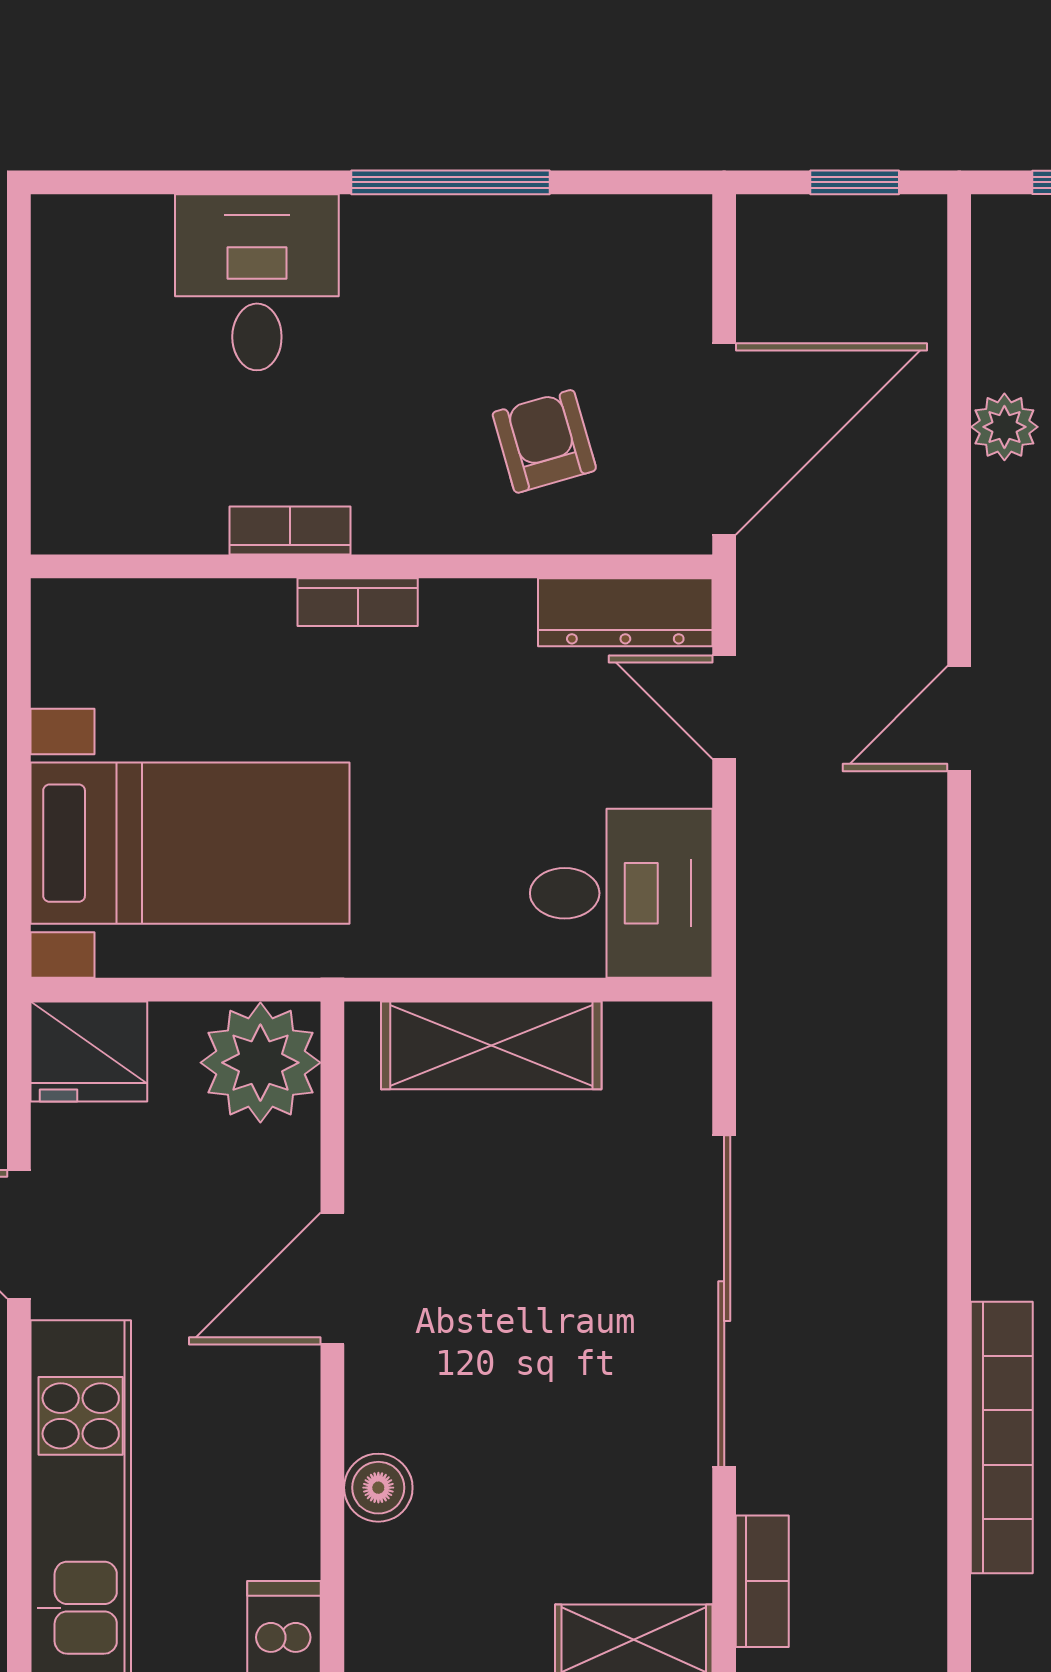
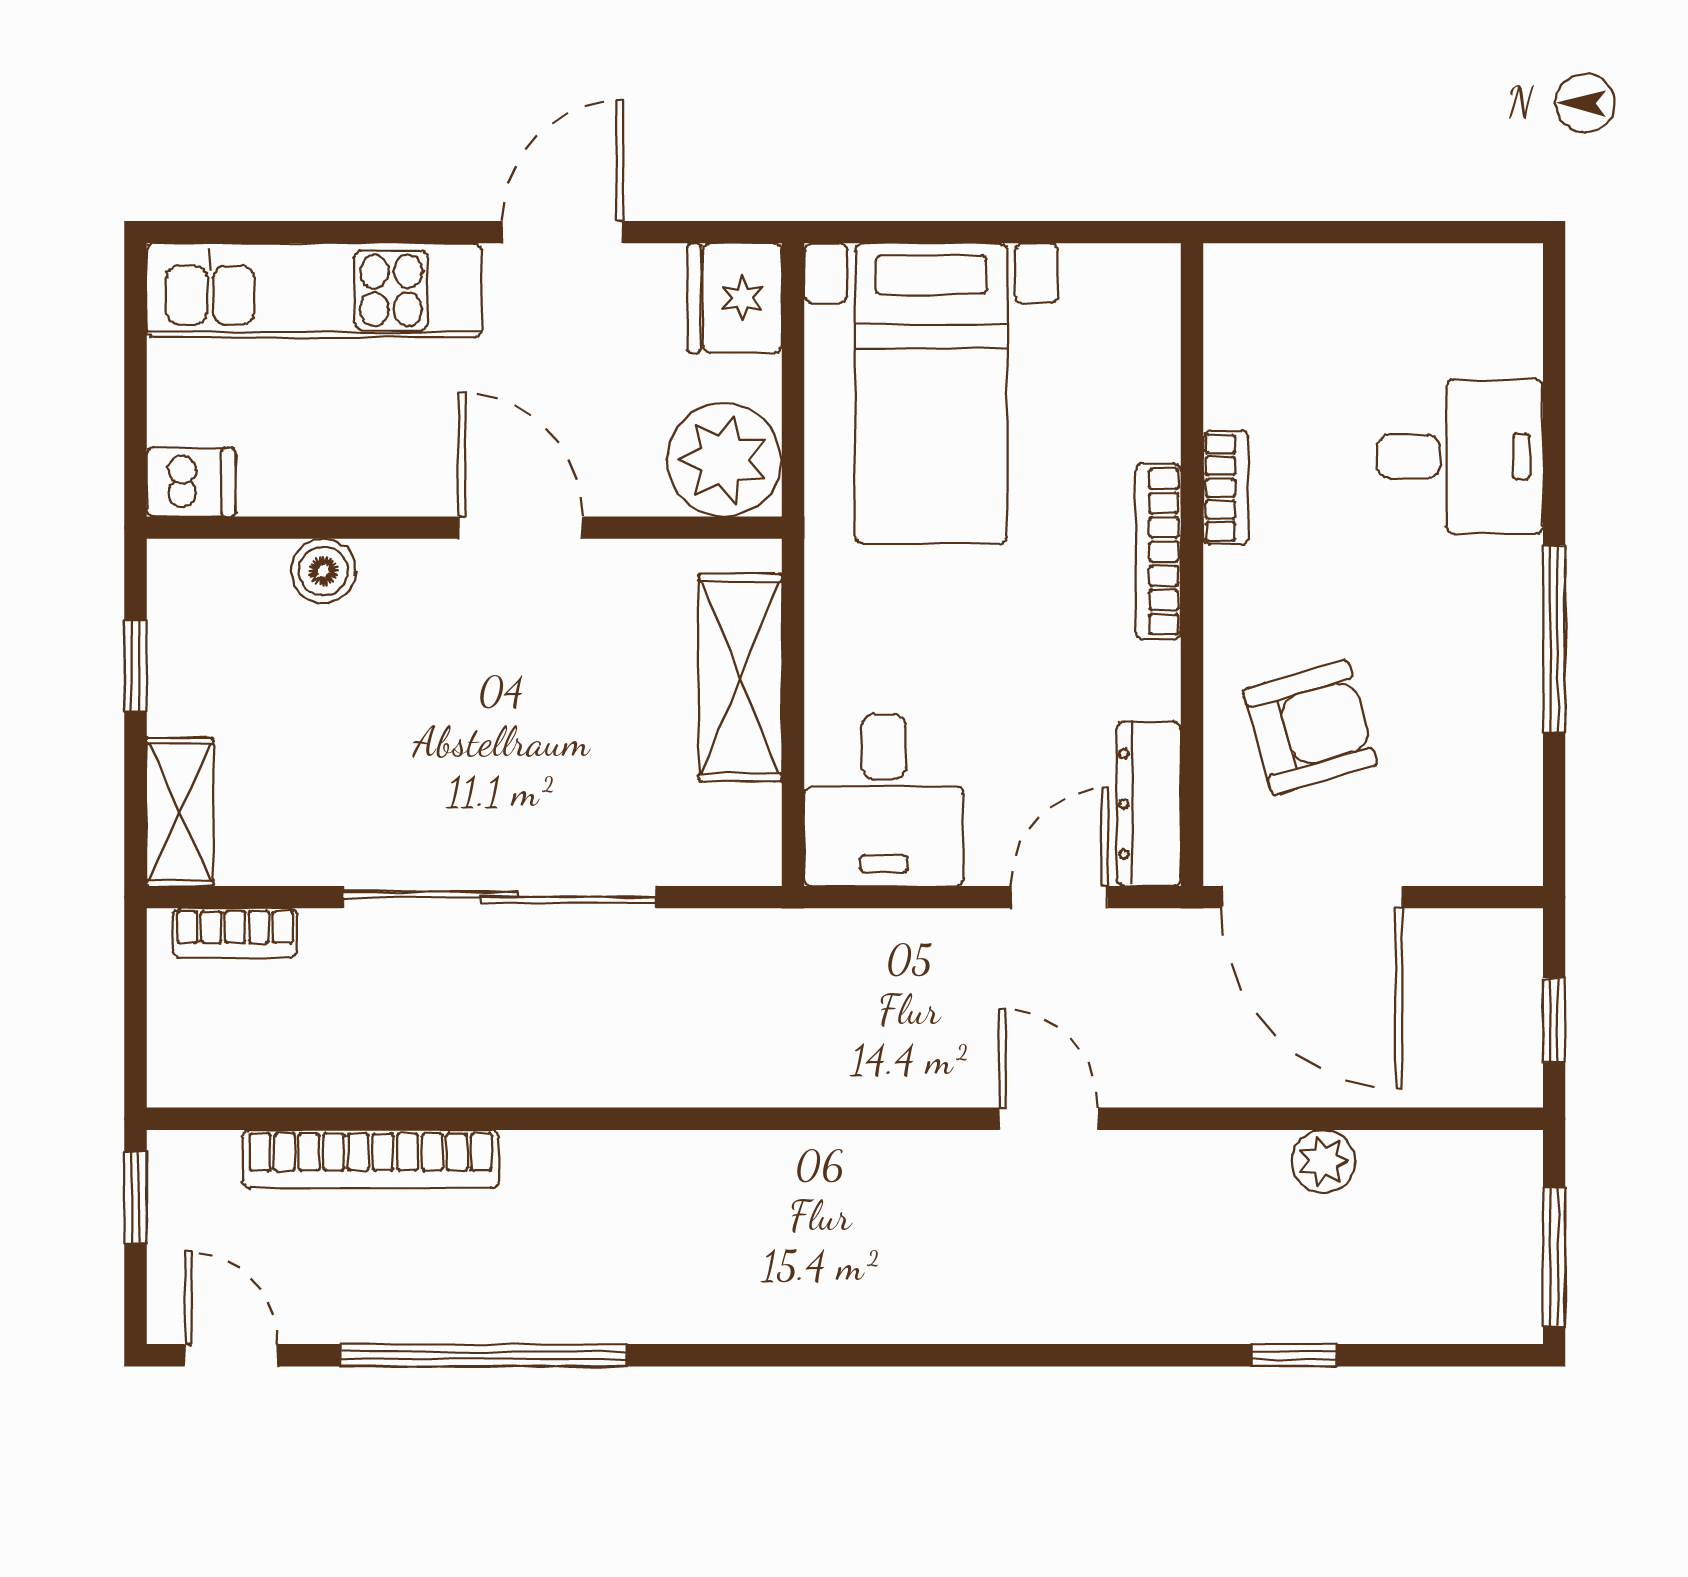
armchair: (544, 441) -> (1310, 728), width x1.38, depth x1.38
bookcase: (358, 602) -> (1158, 551), width x1.56

